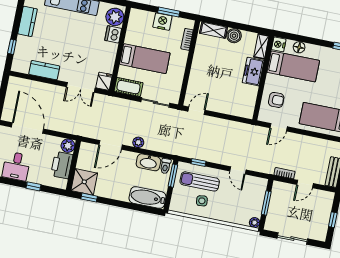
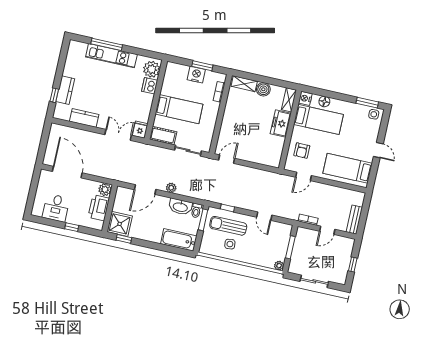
kitchen counter: (28, 21) -> (65, 90), moved
double door: (81, 87) -> (118, 135), swing flipped
armchair: (276, 100) -> (302, 151), turned 90

